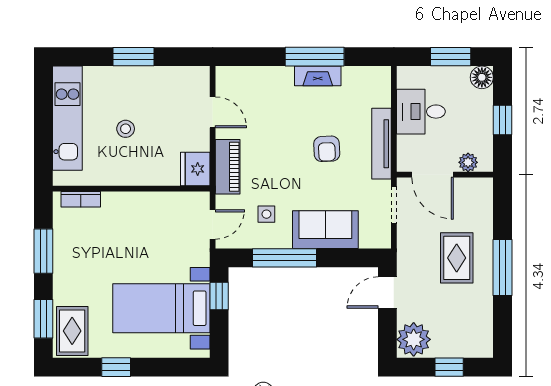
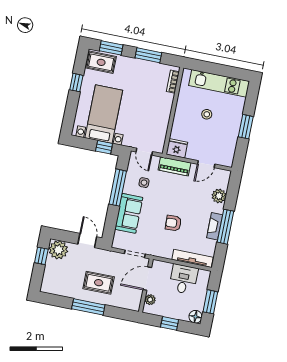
plant: (263, 79) -> (219, 196), added
tv unit: (381, 144) -> (192, 258), moved
window: (449, 367) -> (41, 256), moved

